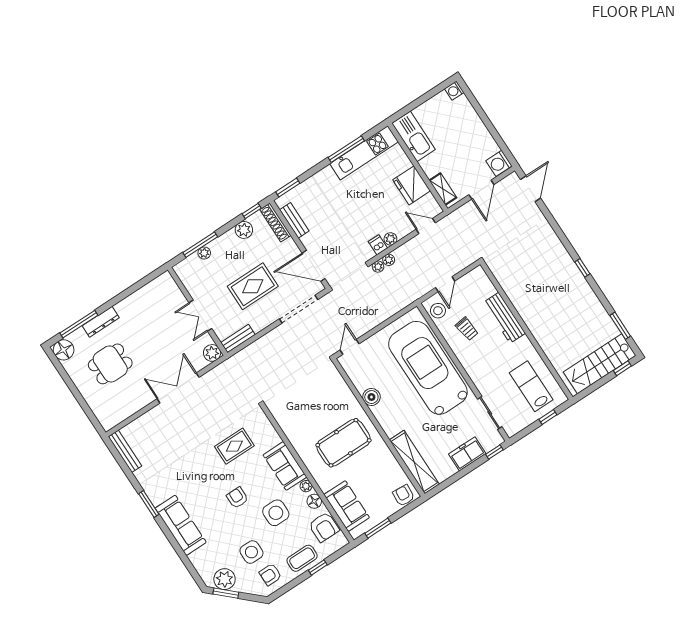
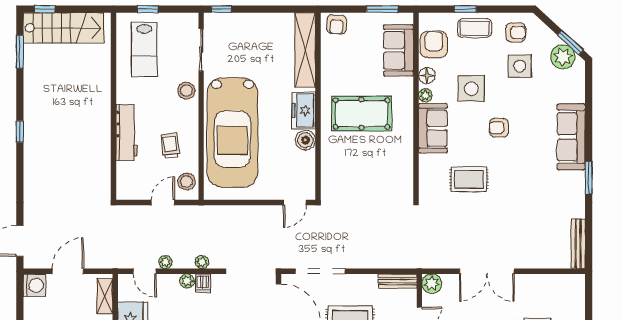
plant: (378, 267) -> (165, 262), moved
stool: (481, 376) -> (186, 91), added
freezer: (467, 454) -> (304, 110), moved, turned 90
armchair: (237, 498) -> (499, 128), turned 90

